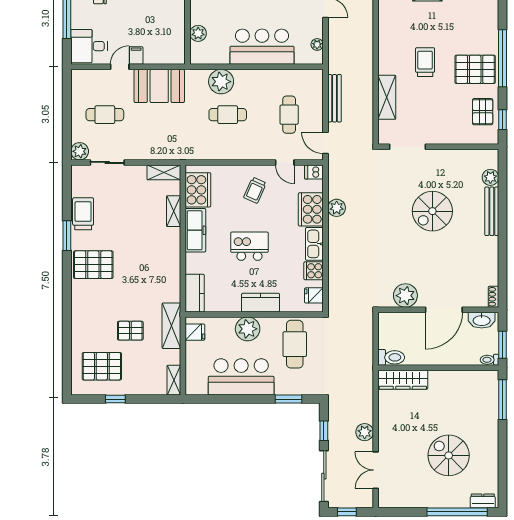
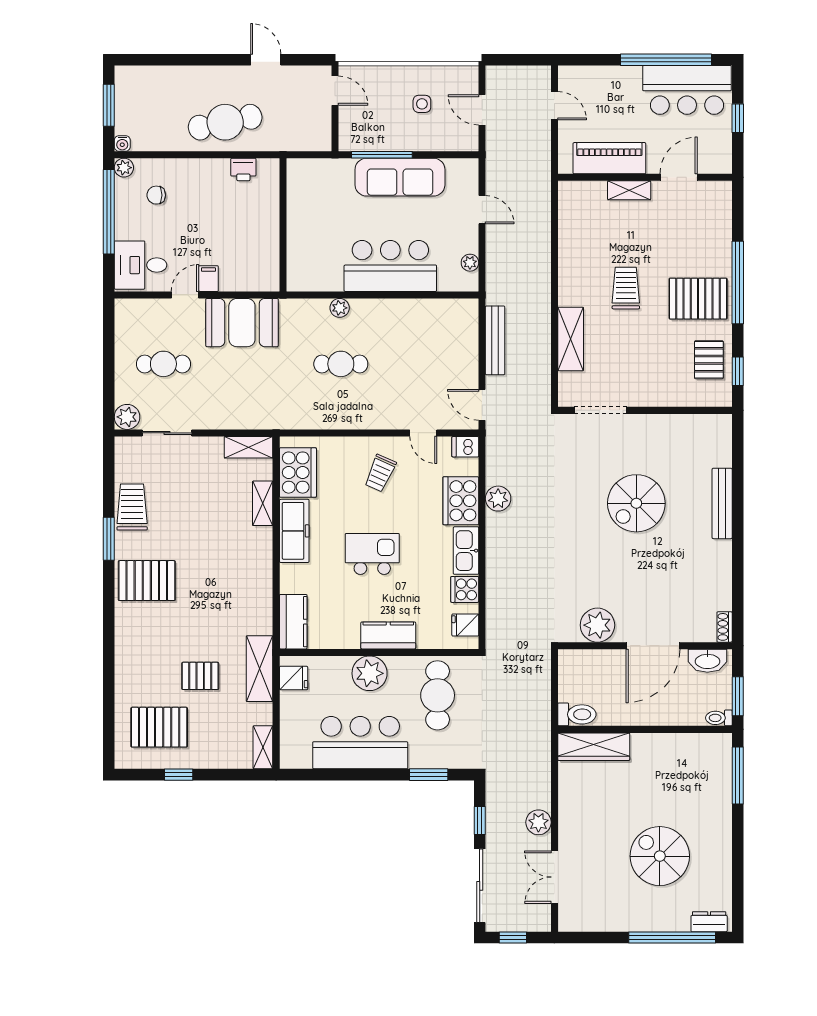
plant: (198, 33) -> (298, 247), removed
plant: (221, 82) -> (340, 308), width x0.53, depth x0.53
cafe table: (289, 115) -> (429, 364), removed
plant: (490, 177) -> (720, 455), removed

